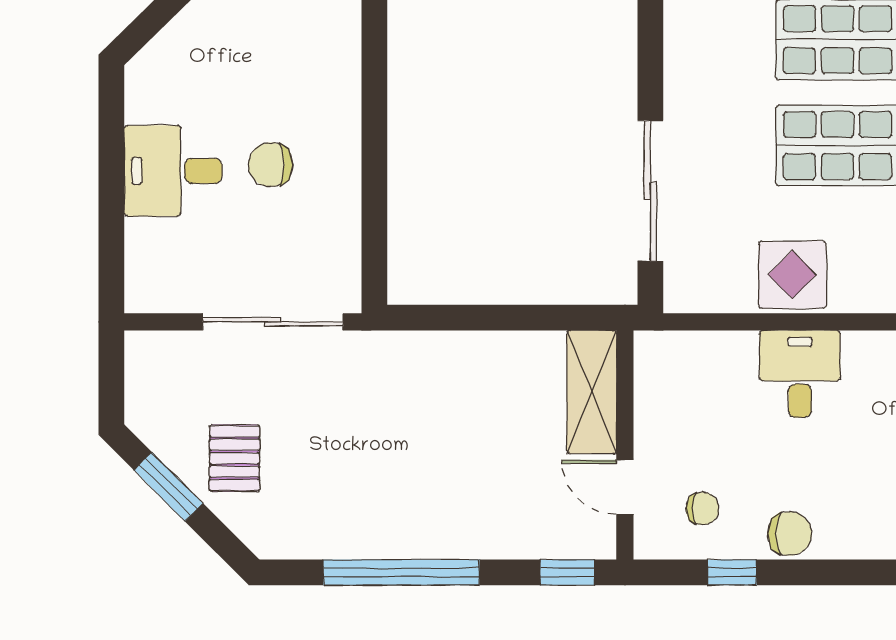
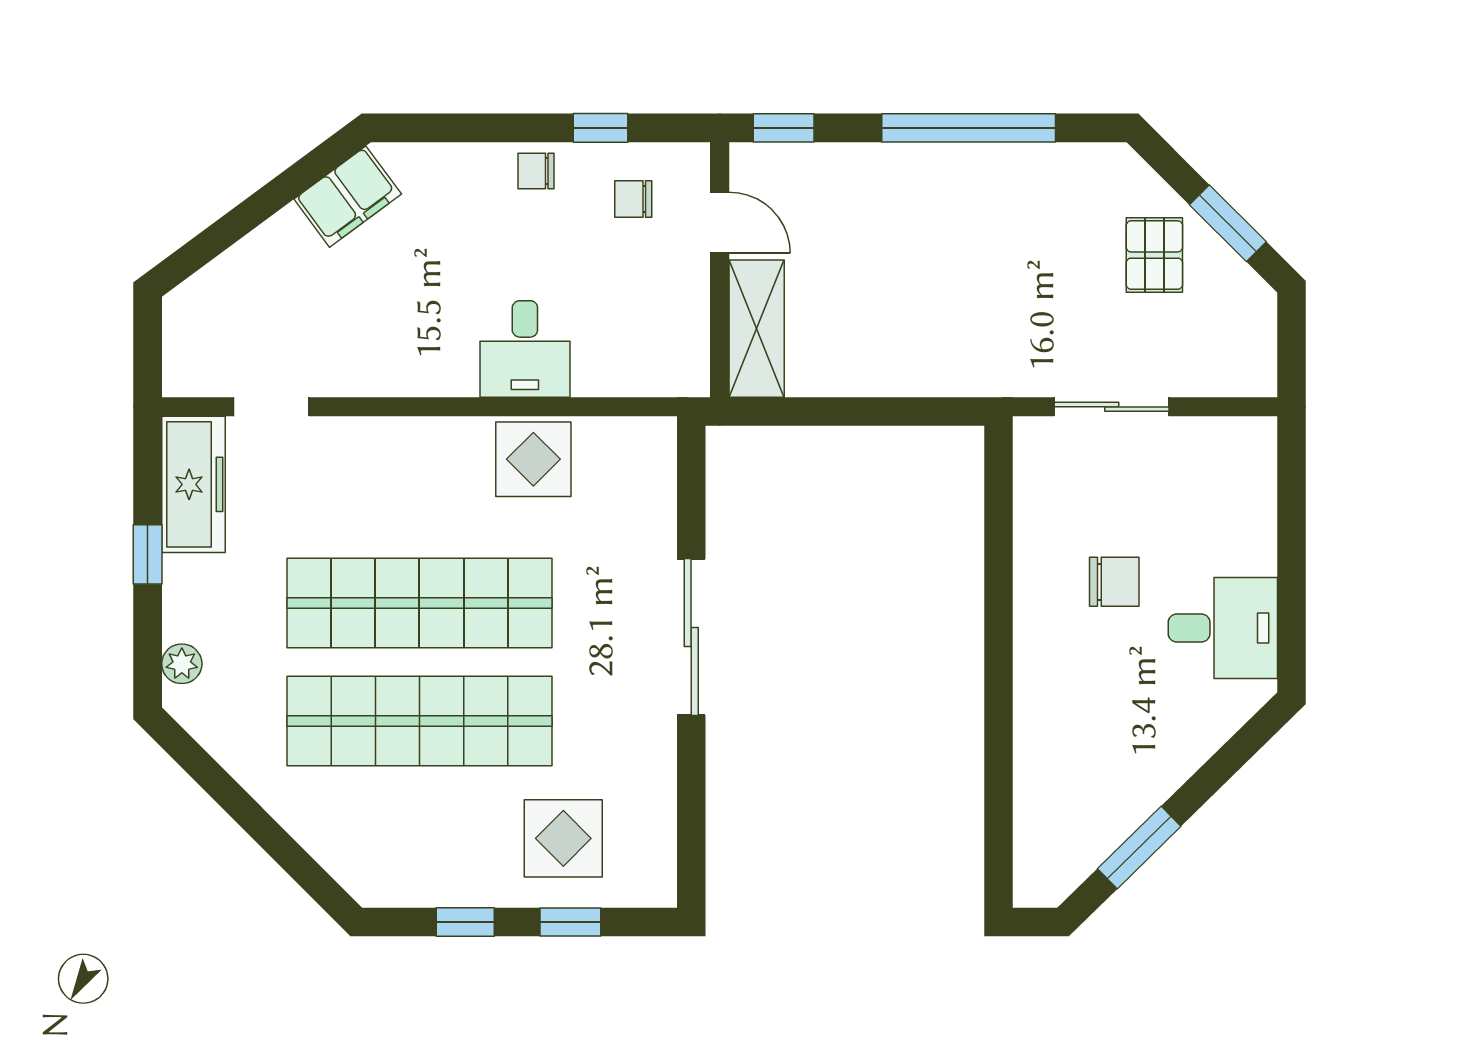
desk: (173, 171) -> (1223, 628), moved
sliding door: (650, 191) -> (691, 637), moved
sliding door: (273, 322) -> (1112, 407), width x0.73
chair: (790, 534) -> (536, 171), width x0.73, depth x0.73

